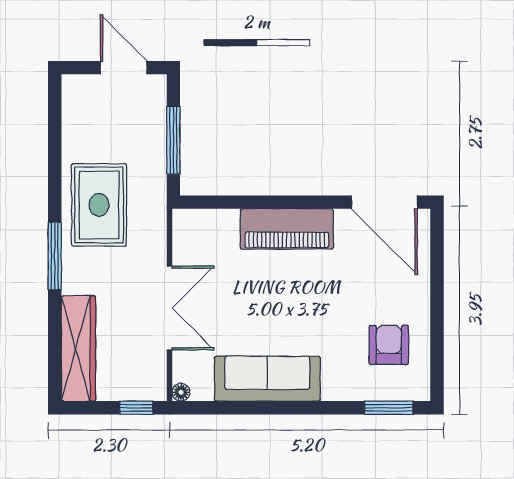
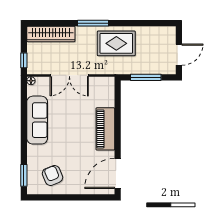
armchair: (389, 345) -> (52, 175), turned -113

